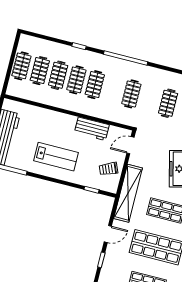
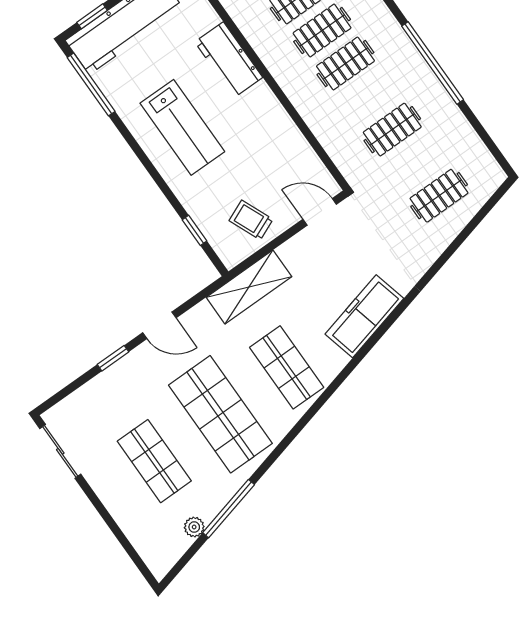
workbench: (92, 129) -> (229, 60), moved
shelving: (128, 193) -> (249, 287), width x0.68

